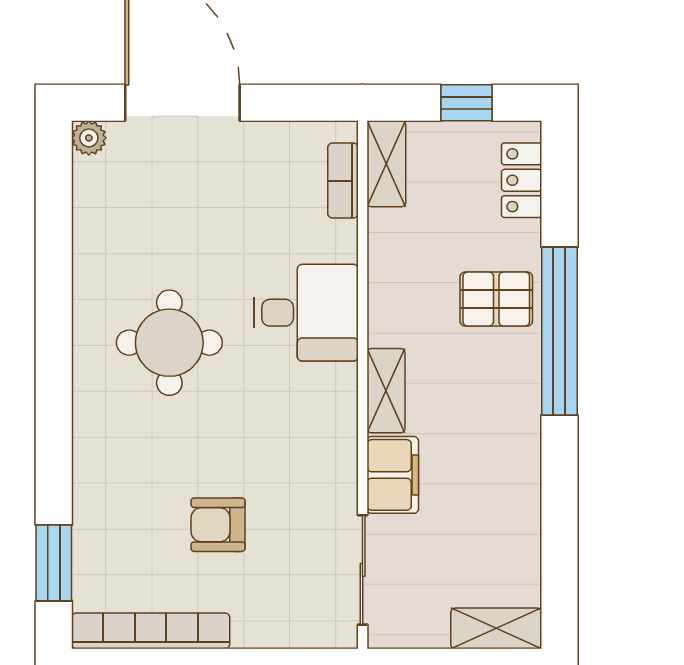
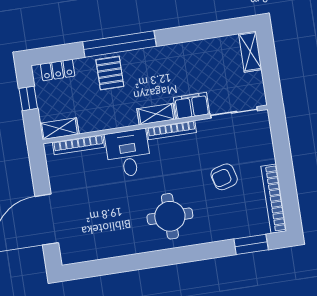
plant: (89, 138) -> (68, 257), removed
bookcase: (343, 181) -> (78, 145), width x1.56
round table: (169, 343) -> (170, 216), moved
bookcase: (344, 421) -> (172, 130), added
armchair: (218, 525) -> (224, 177), turned 75

